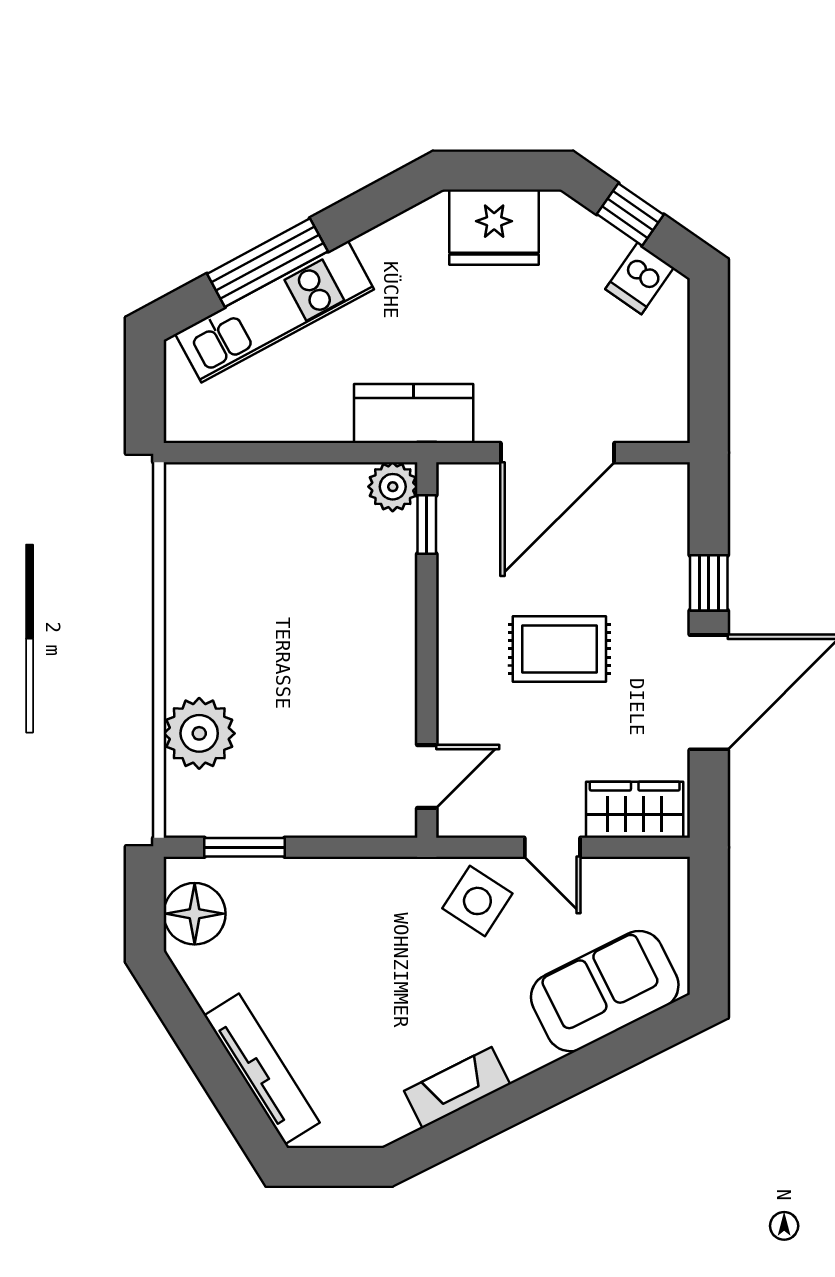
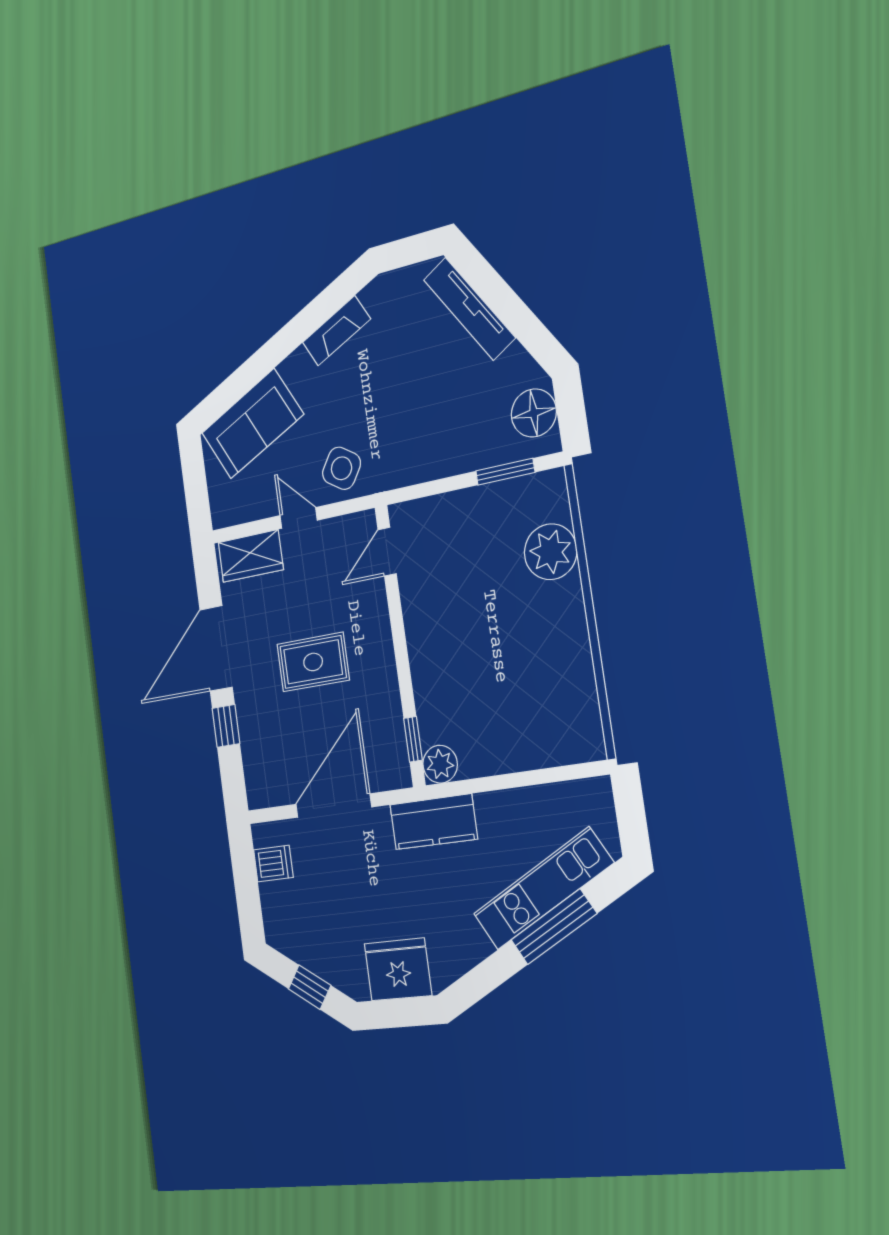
dishwasher: (640, 278) -> (273, 864), moved, turned 55

